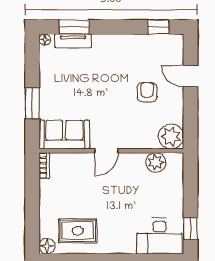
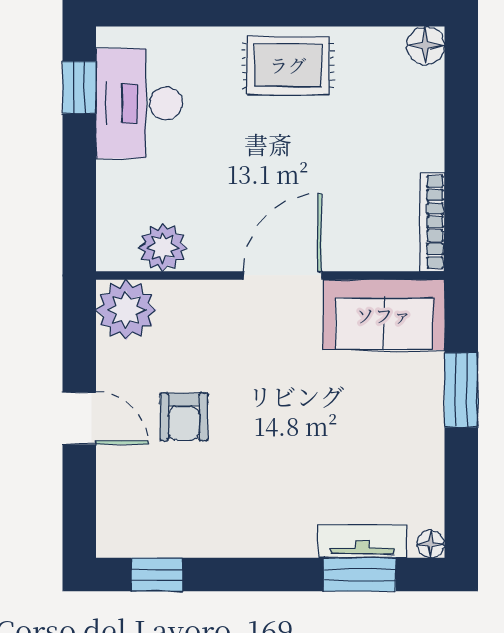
door: (190, 76) -> (79, 418), moved
door: (106, 151) -> (282, 275), width x1.38
bookcase: (44, 166) -> (432, 222), width x1.56
rug: (78, 231) -> (288, 65), moved
desk: (159, 236) -> (139, 104), moved, turned -90

